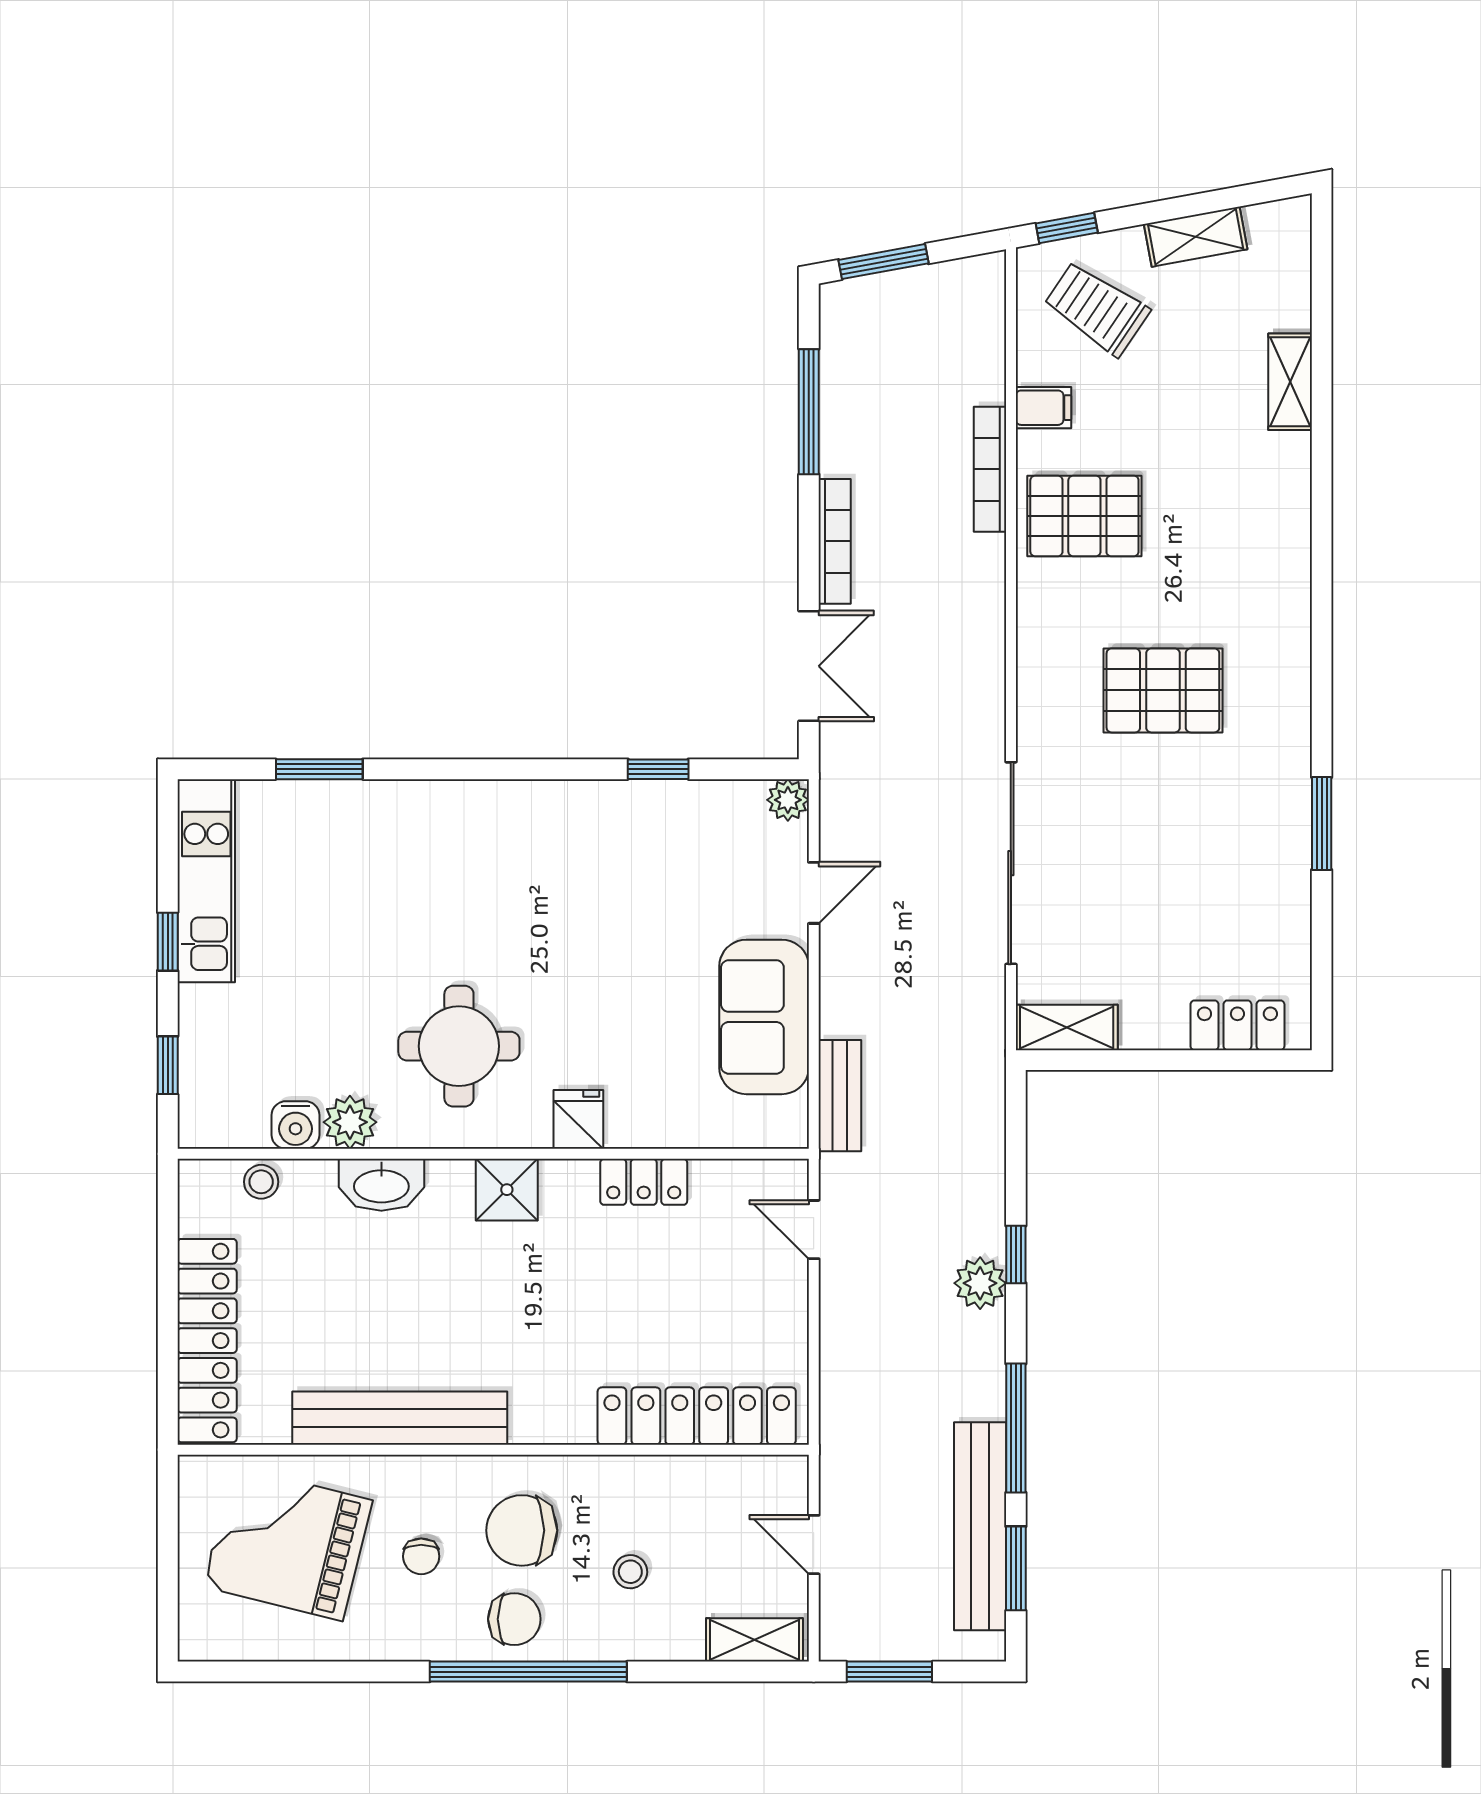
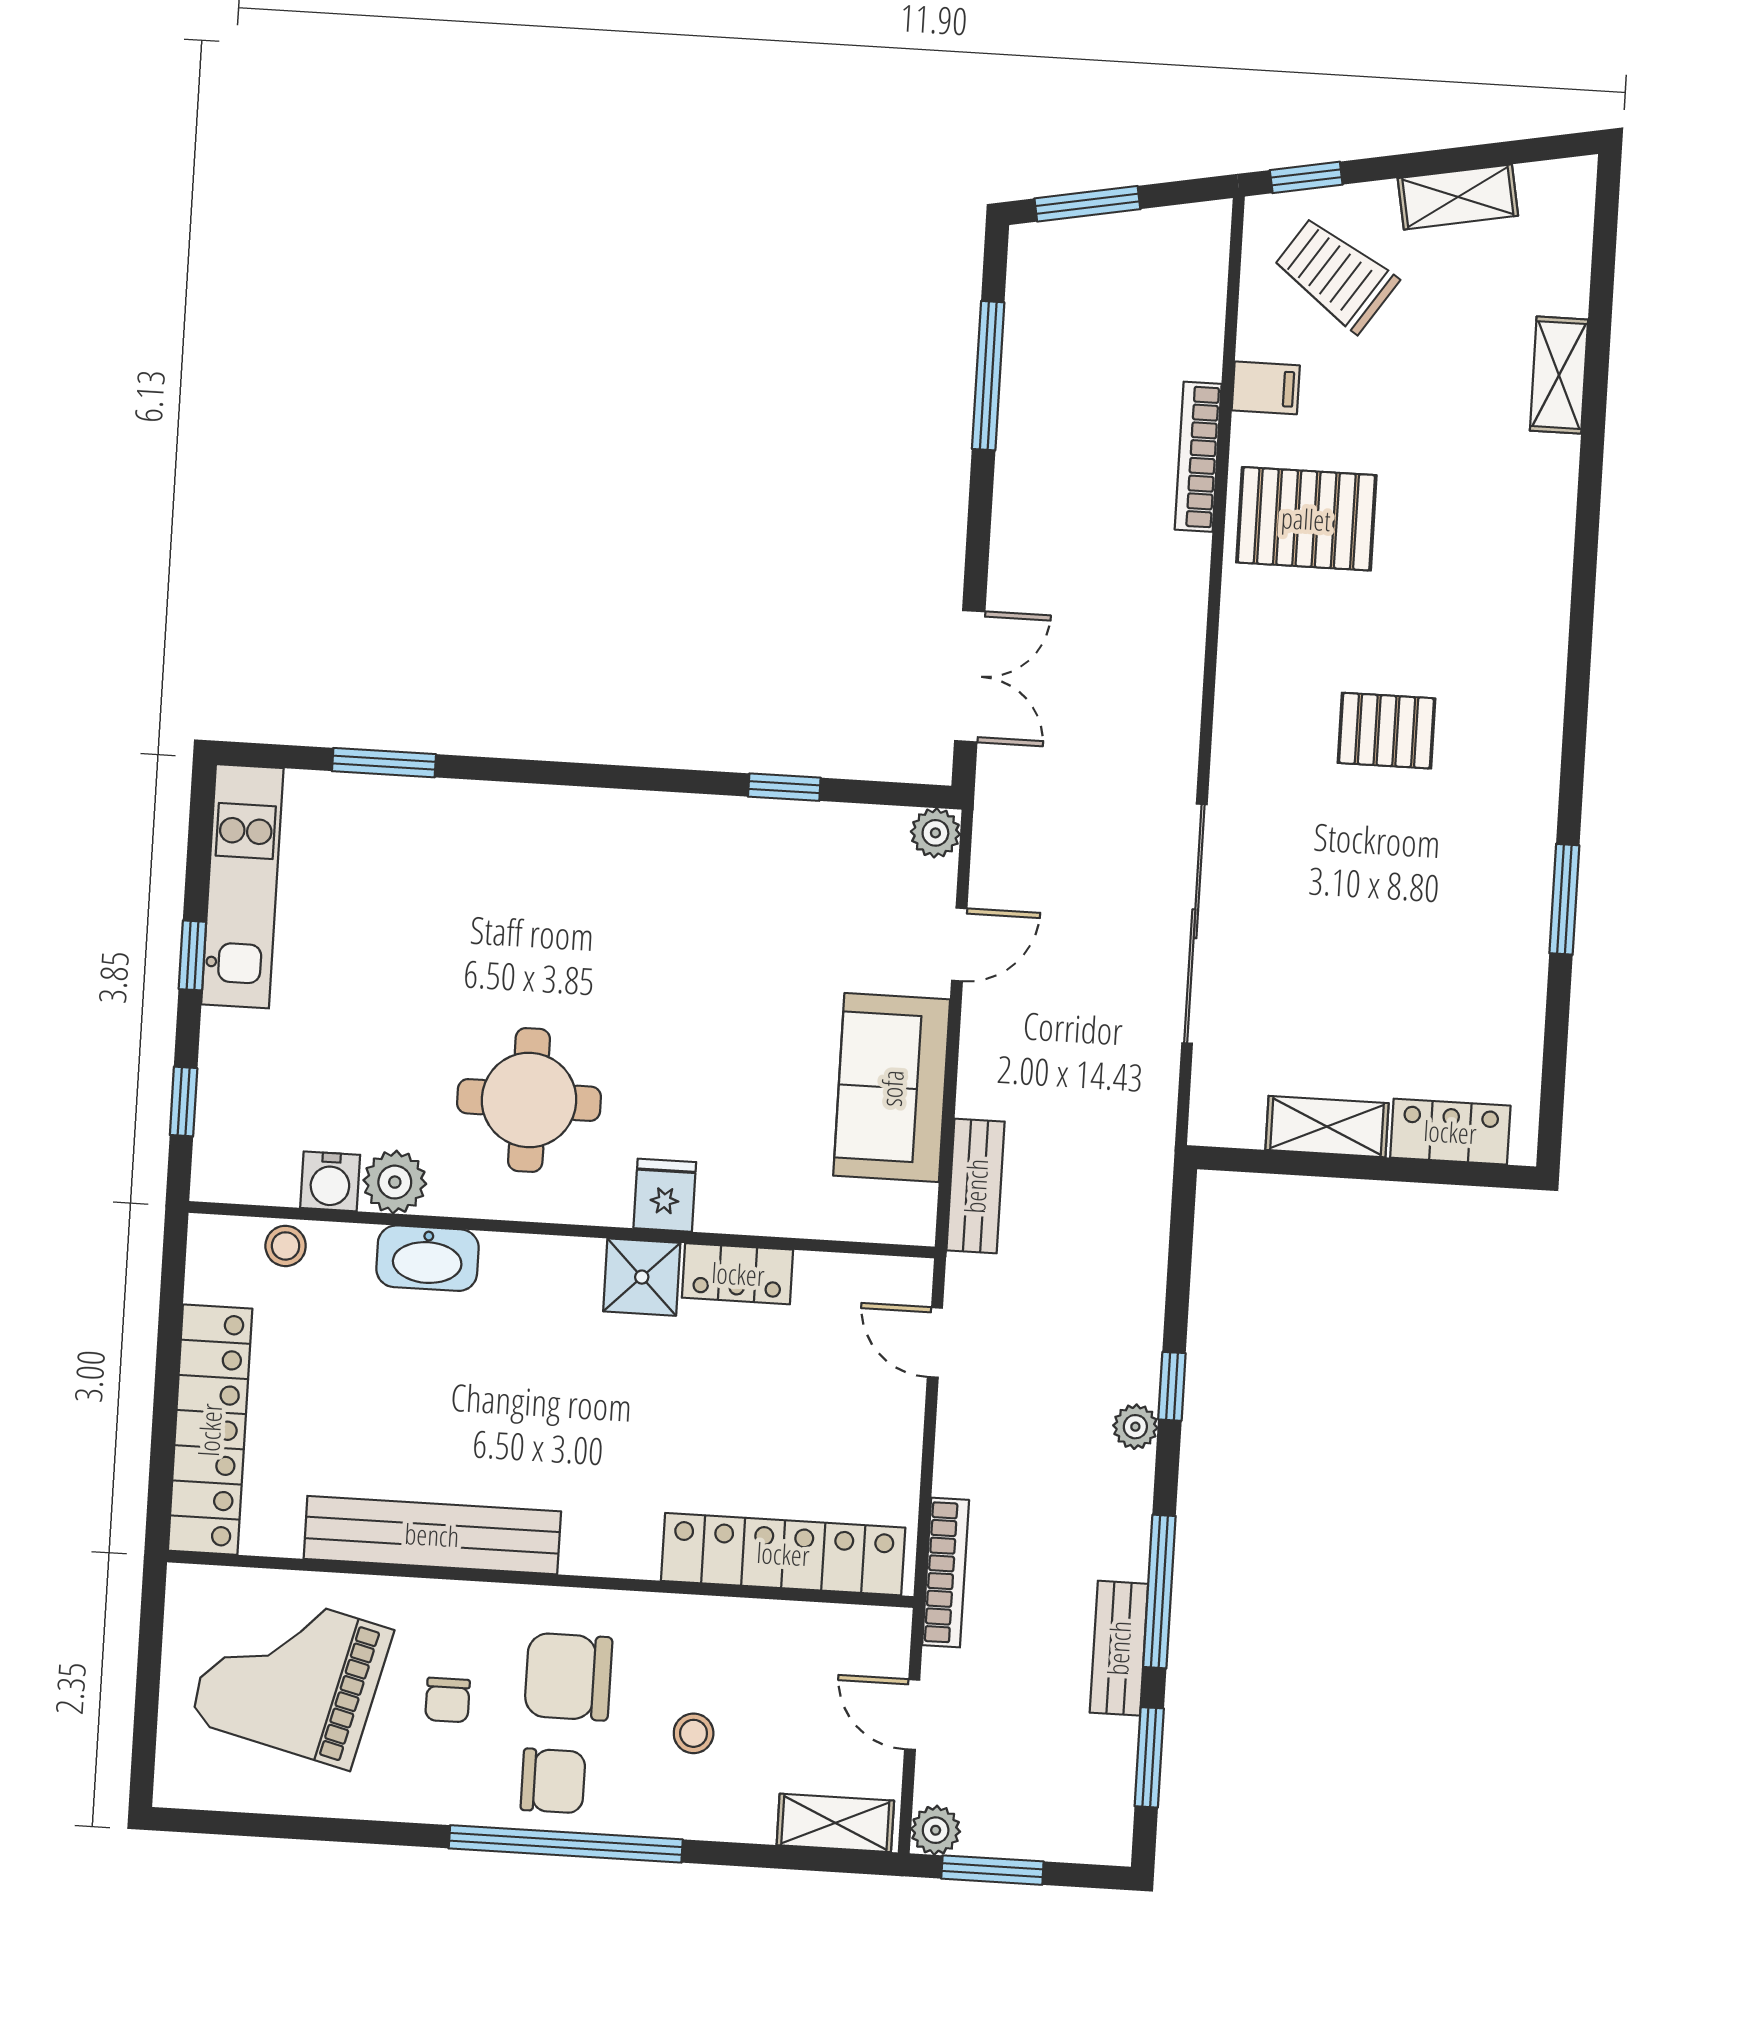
bookcase: (835, 541) -> (946, 1573), moved
pallet: (1163, 690) -> (1386, 731), width x0.67, depth x0.71
shelving: (1067, 1027) -> (1327, 1127), moved
shower: (507, 1190) -> (642, 1277), moved
plant: (980, 1283) -> (1135, 1427), width x0.73, depth x0.73
bench: (980, 1526) -> (1119, 1648), width x0.54, depth x0.82
plant: (839, 1641) -> (936, 1830), added

